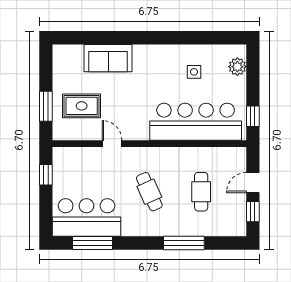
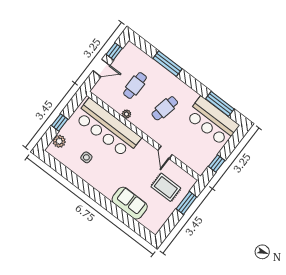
window: (253, 116) -> (60, 122), moved
plant: (187, 153) -> (126, 114), added
cafe table: (149, 192) -> (165, 108), turned 36

